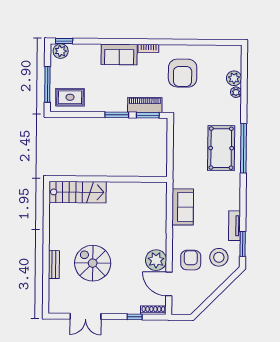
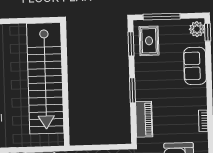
sofa: (119, 54) -> (195, 66), moved
window: (148, 115) -> (131, 44), moved
stairs: (78, 192) -> (45, 78), width x1.86, depth x1.51

